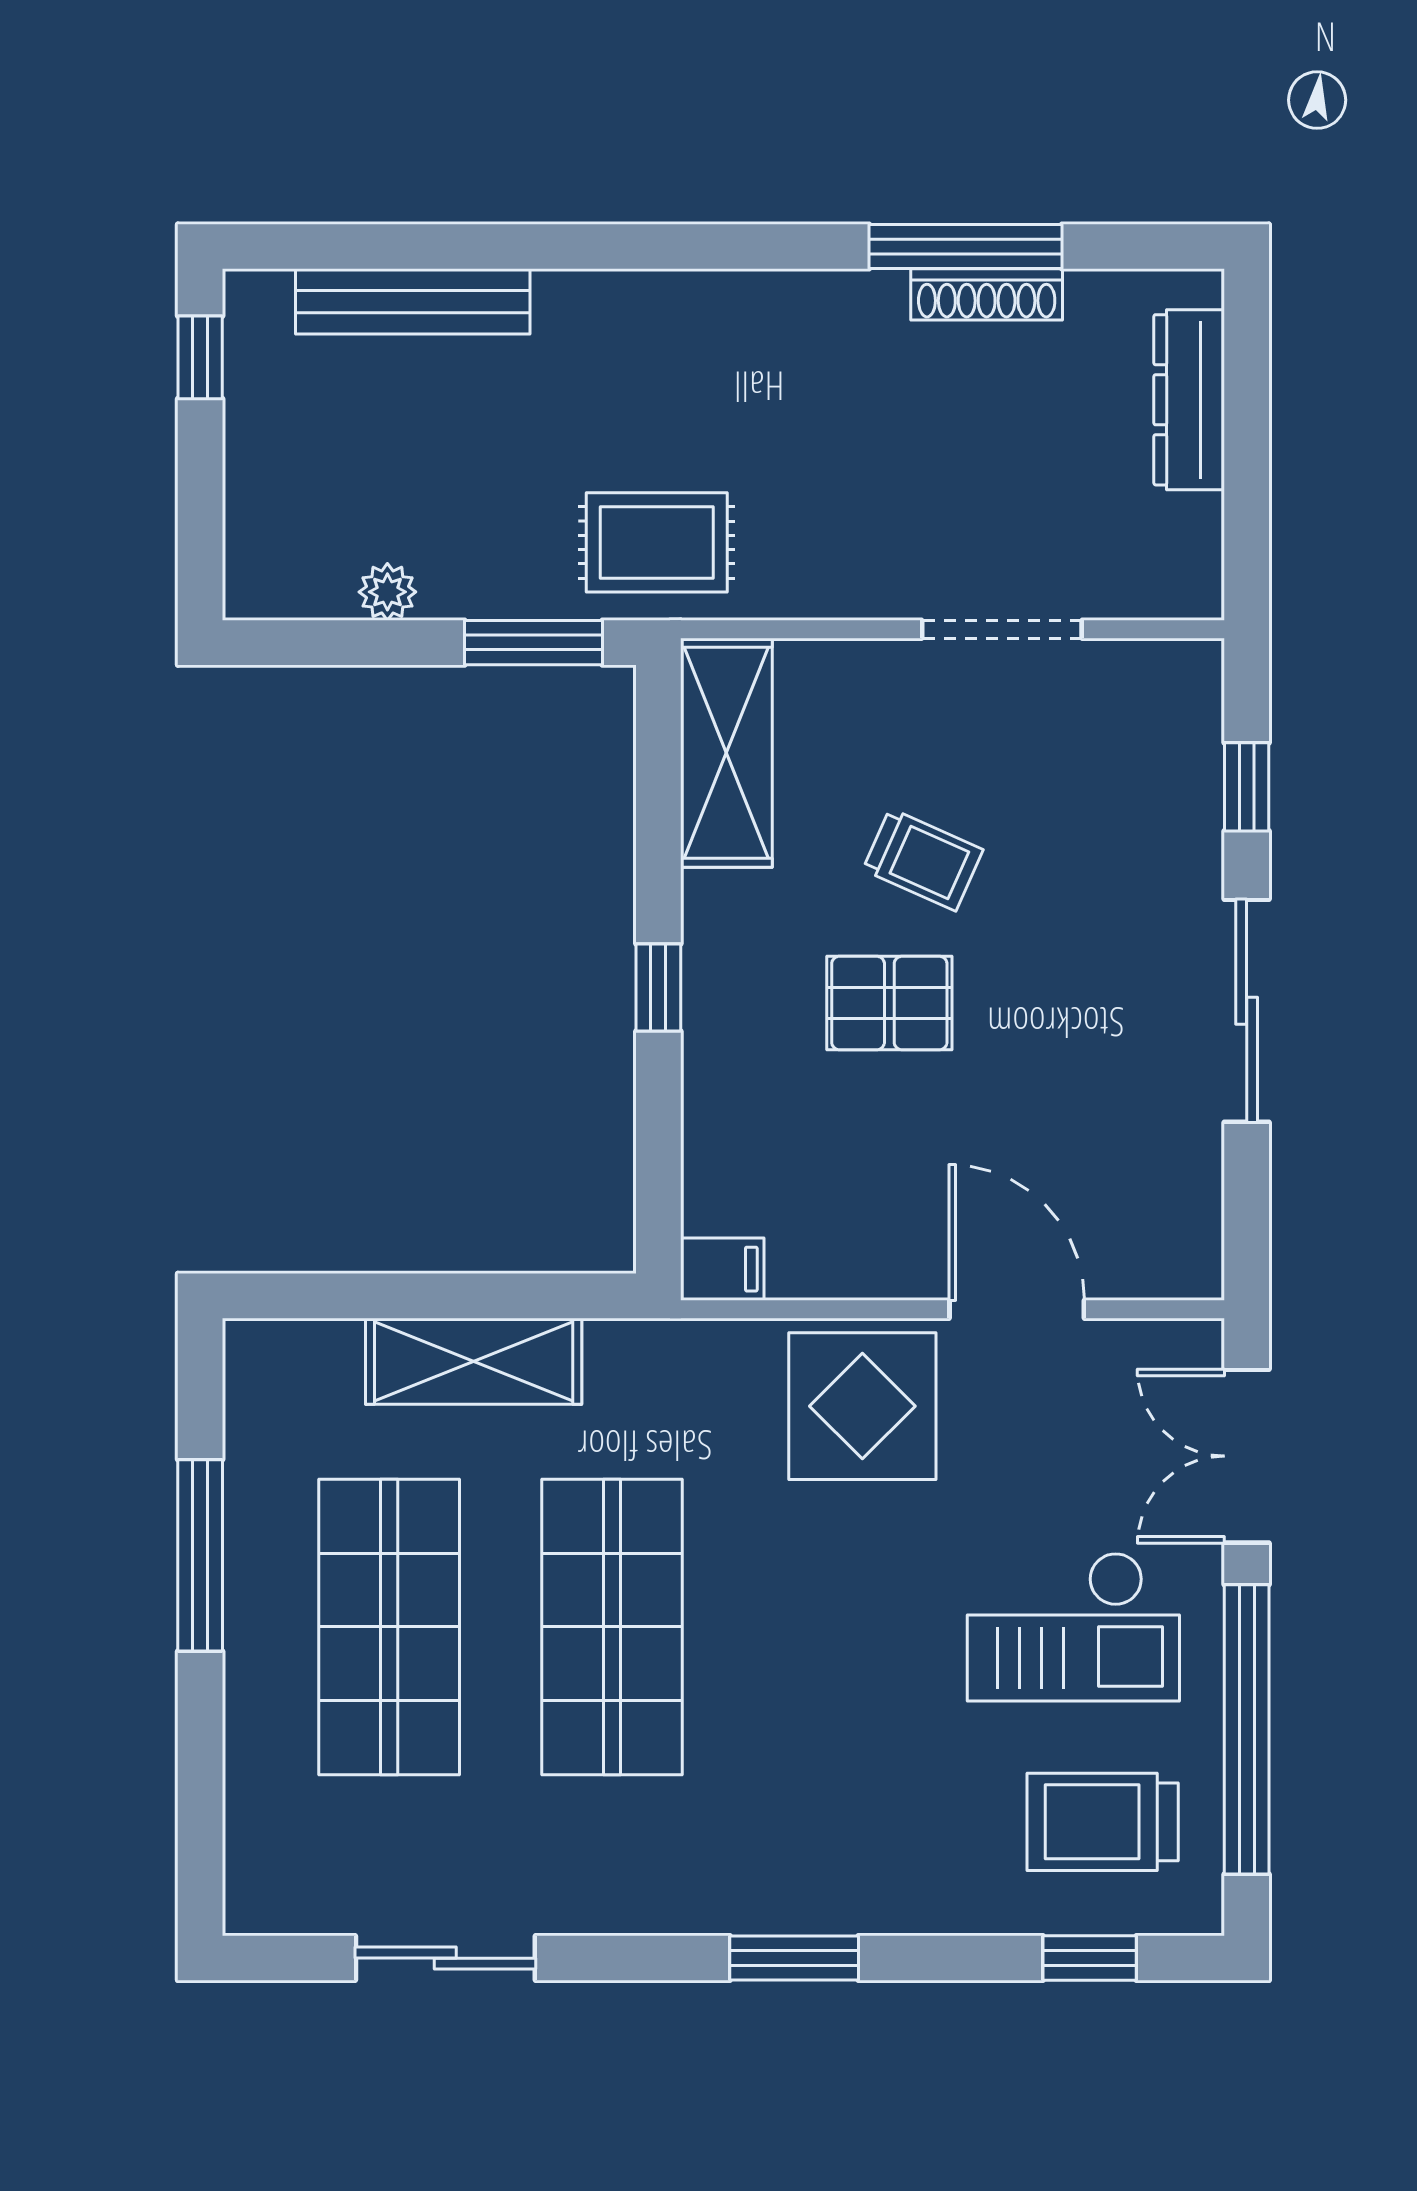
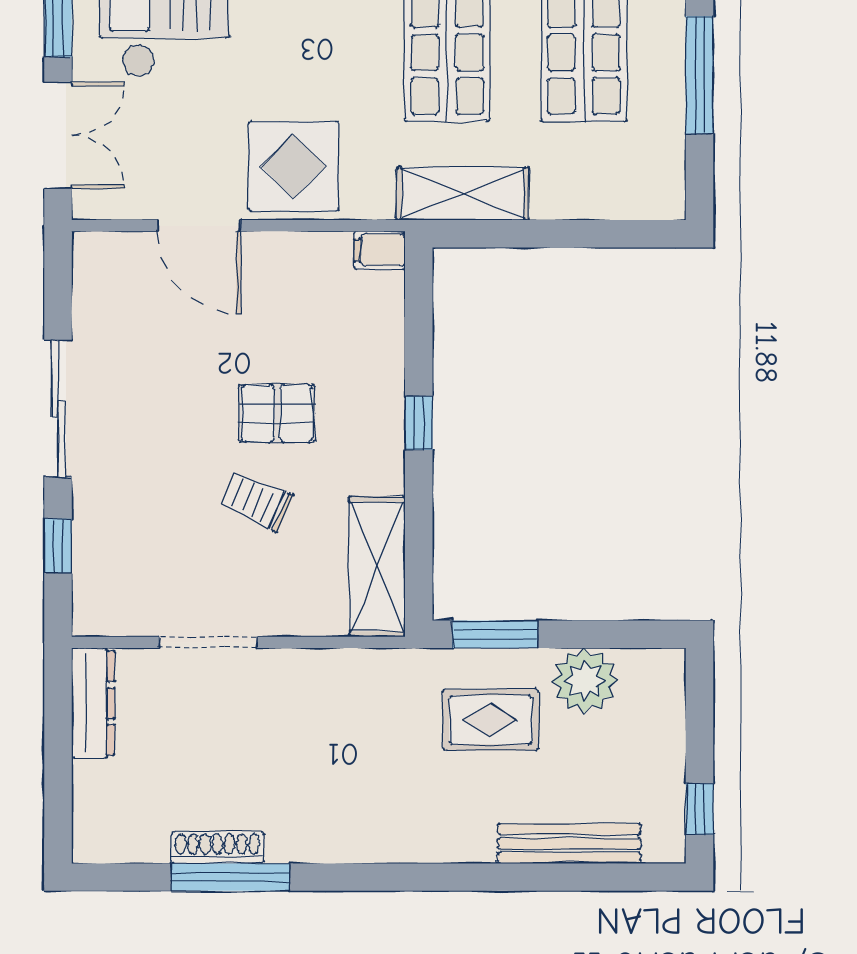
dresser: (1189, 400) -> (93, 703), moved
rug: (657, 542) -> (491, 720), moved
plant: (387, 592) -> (585, 681), width x1.88, depth x1.88
shelving: (474, 1361) -> (463, 194), moved

